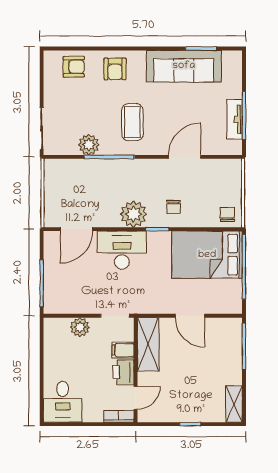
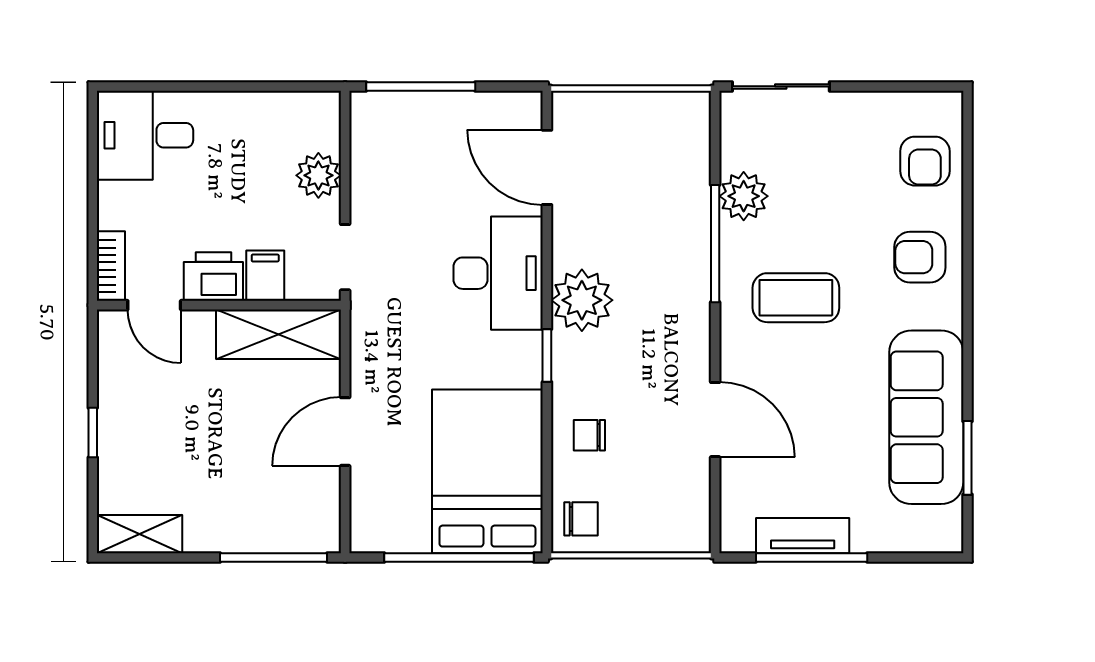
chair: (174, 207) -> (589, 435), moved

